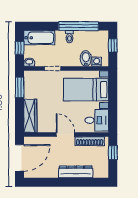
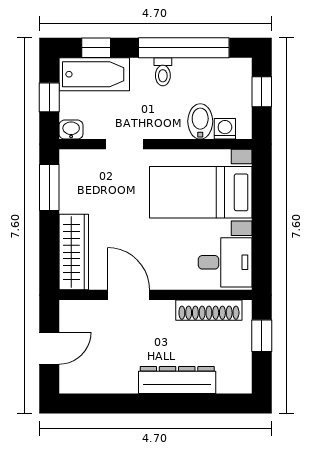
window: (40, 26) -> (96, 48), added
door: (65, 135) -> (129, 295), moved
door: (20, 158) -> (49, 348), width x0.53

